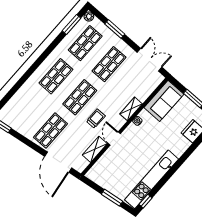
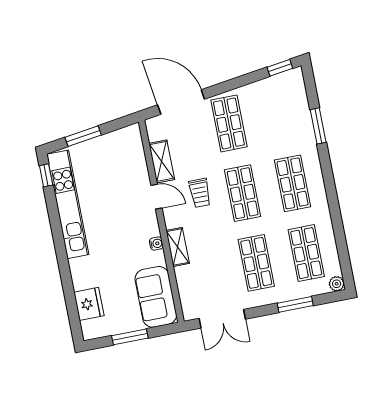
window: (72, 25) -> (318, 126), moved

